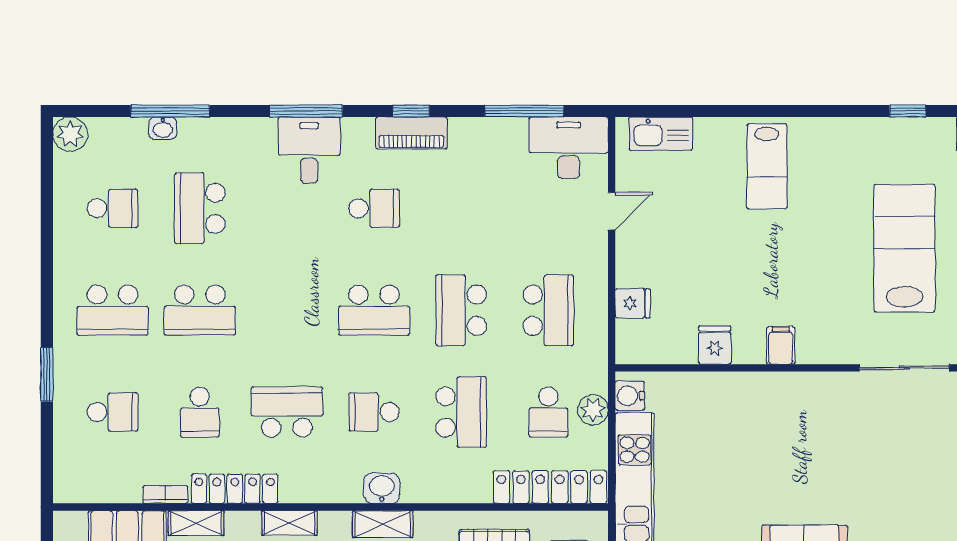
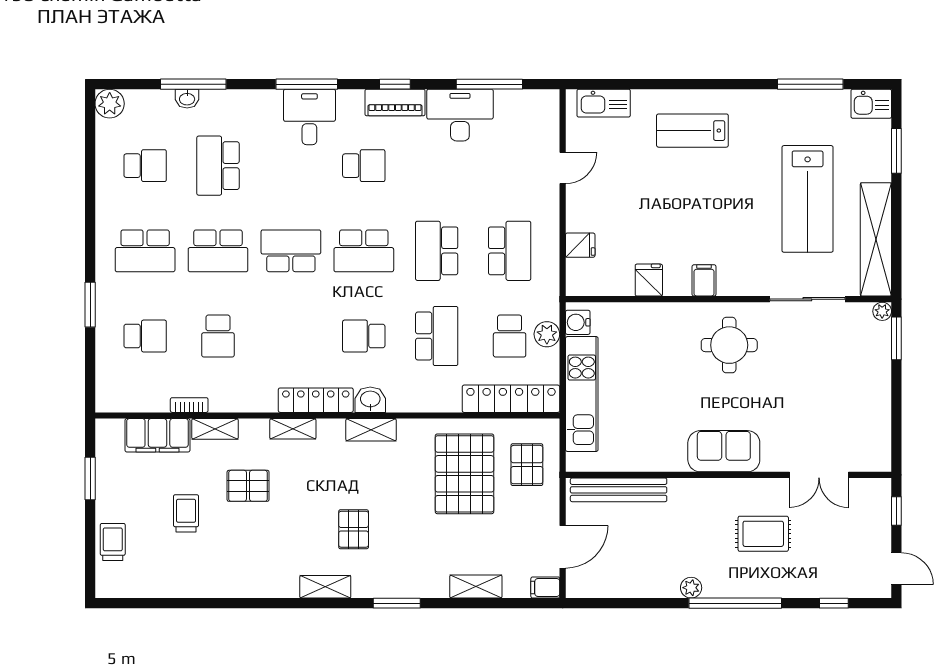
window: (908, 111) -> (810, 84), width x2.17
desk: (569, 148) -> (460, 115), moved
lab bench: (767, 166) -> (692, 131), turned 90
lab bench: (905, 248) -> (808, 199), turned 180
school desk: (287, 412) -> (291, 251), moved
round table: (811, 423) -> (729, 345), added
locker: (235, 489) -> (316, 400), moved

